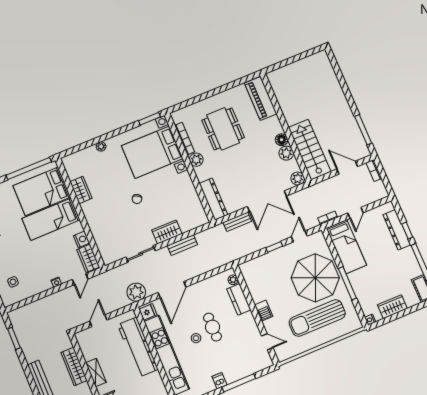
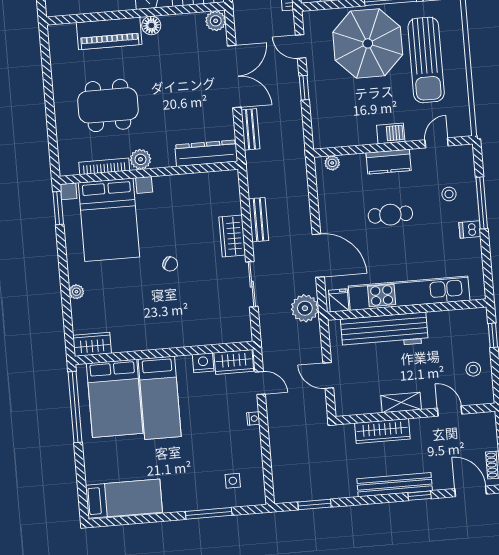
piano: (261, 98) -> (109, 33), moved
plant: (286, 153) -> (173, 25), removed
wardrobe: (81, 190) -> (92, 344), moved
kitchen counter: (239, 299) -> (389, 162), moved
stool: (196, 338) -> (449, 194), moved

